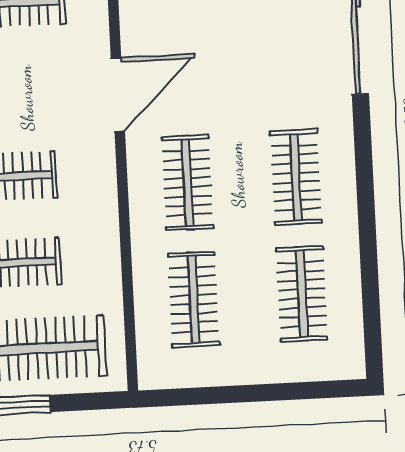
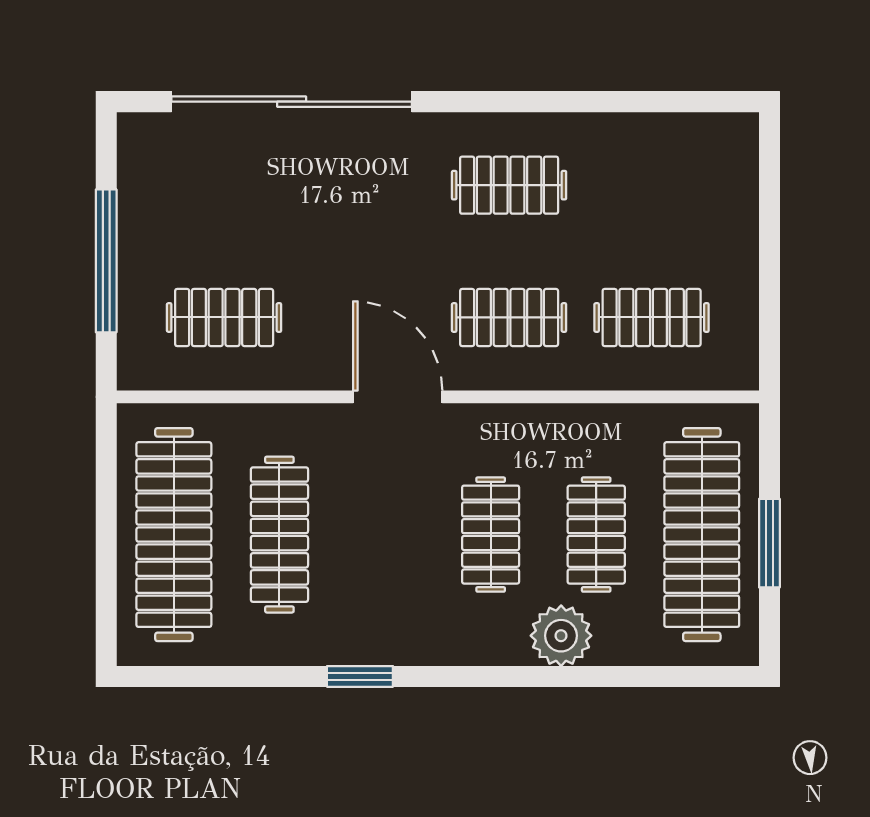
clothes rail: (302, 294) -> (652, 185), removed

